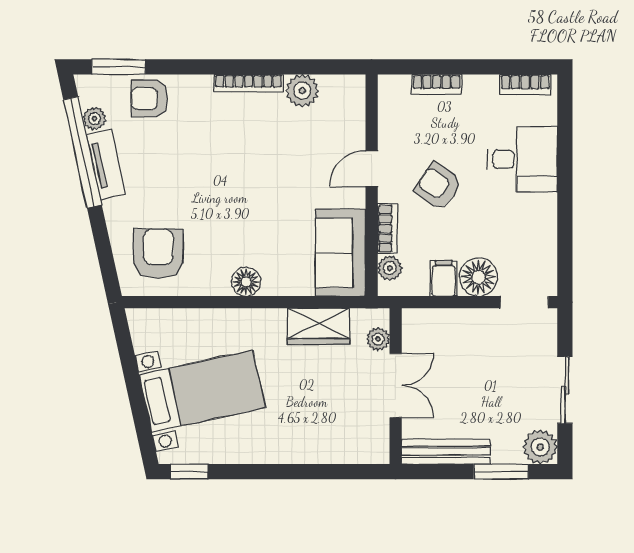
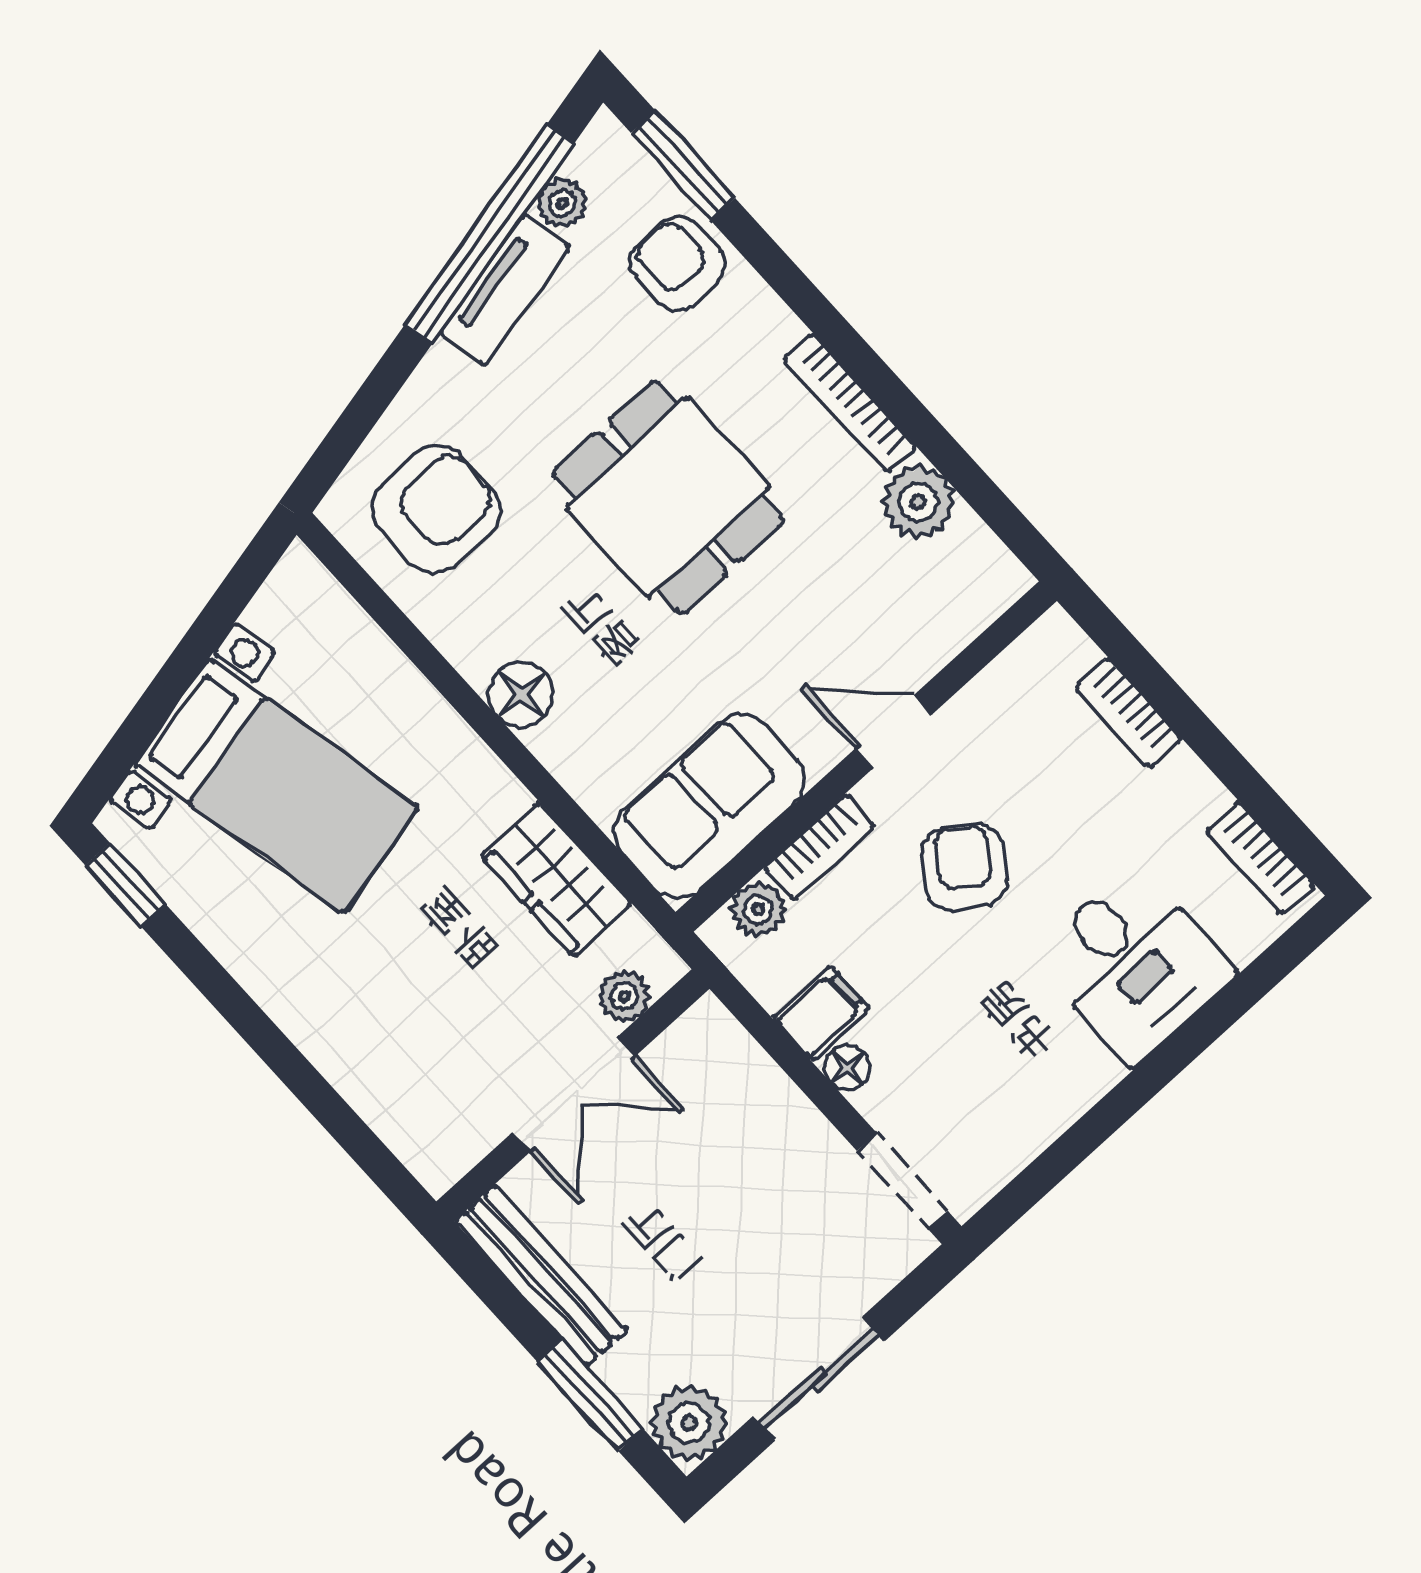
dining table: (225, 173) -> (668, 497), added
floor lamp: (479, 277) -> (847, 1067), width x0.53, depth x0.53

